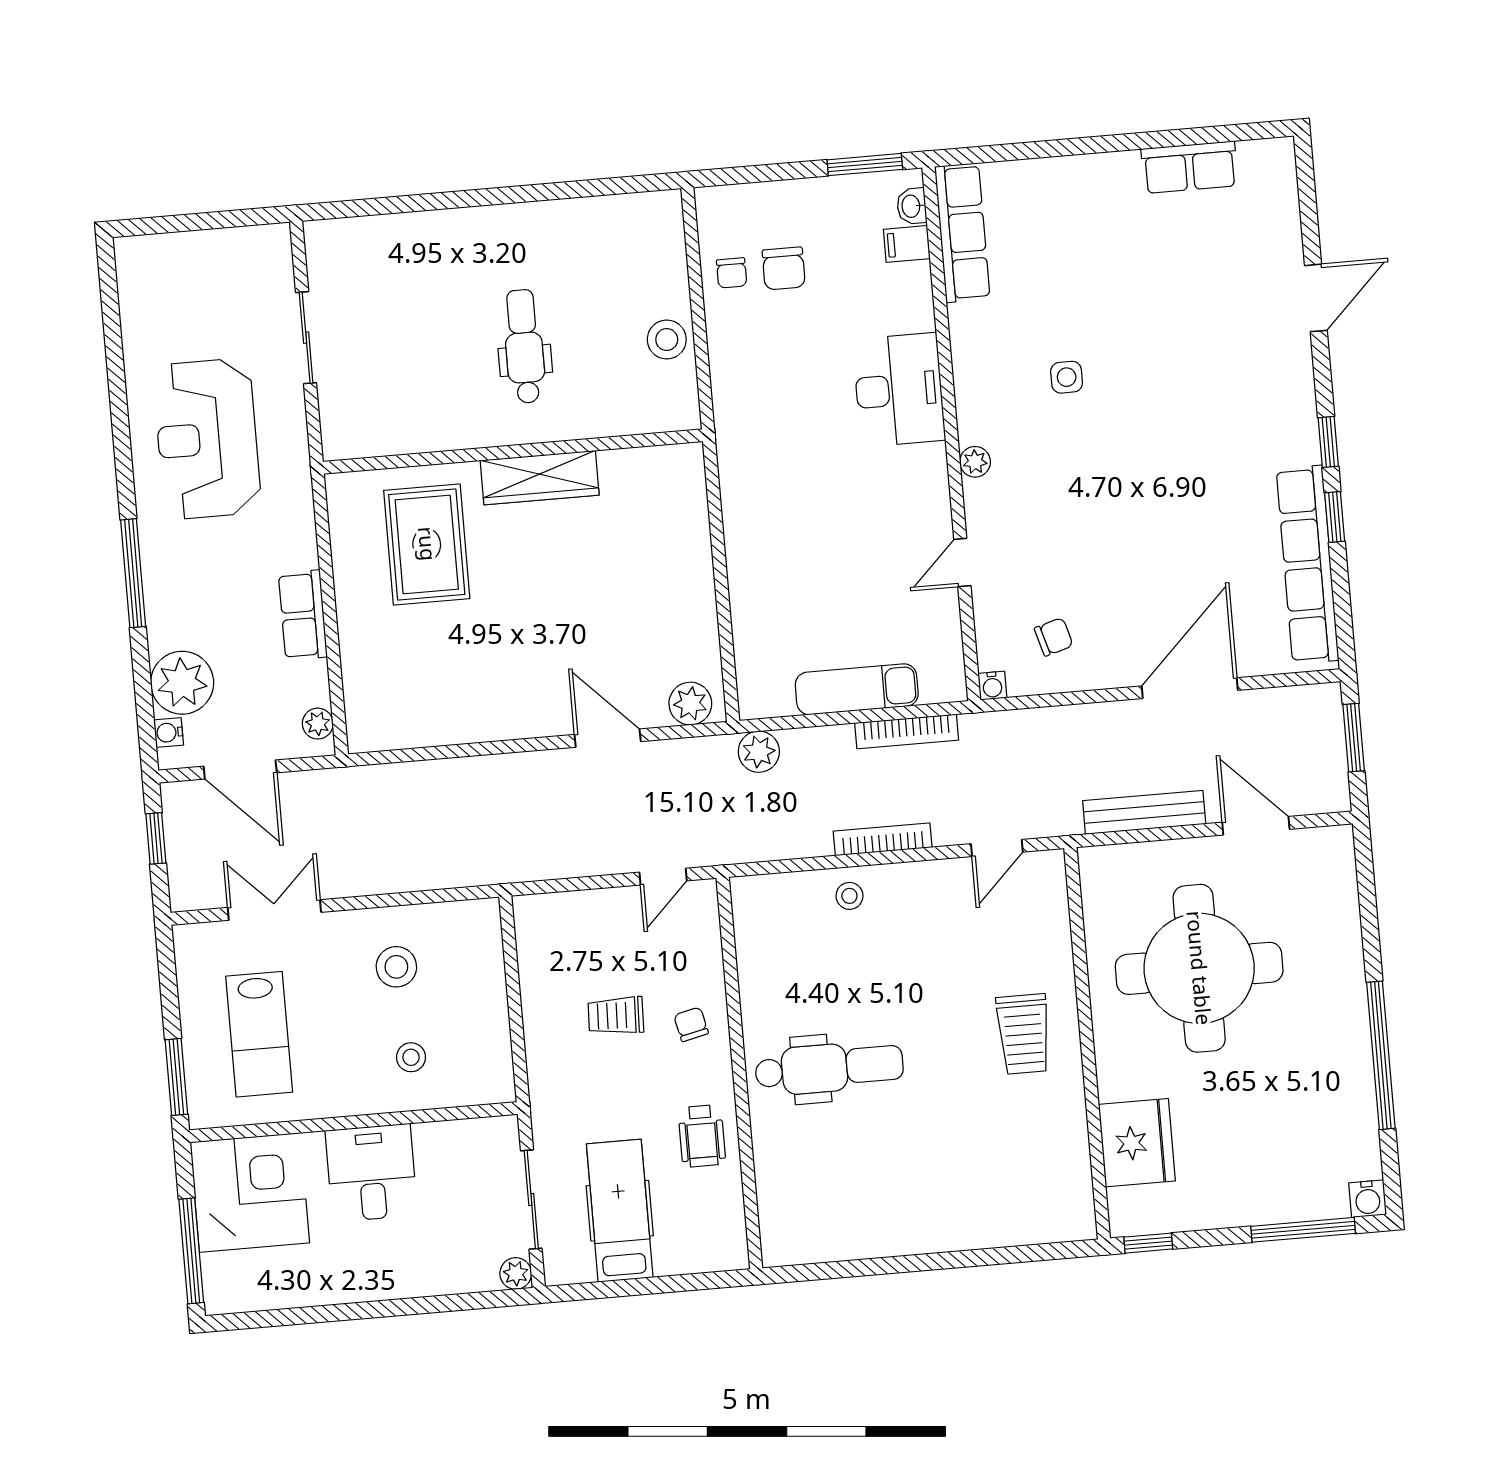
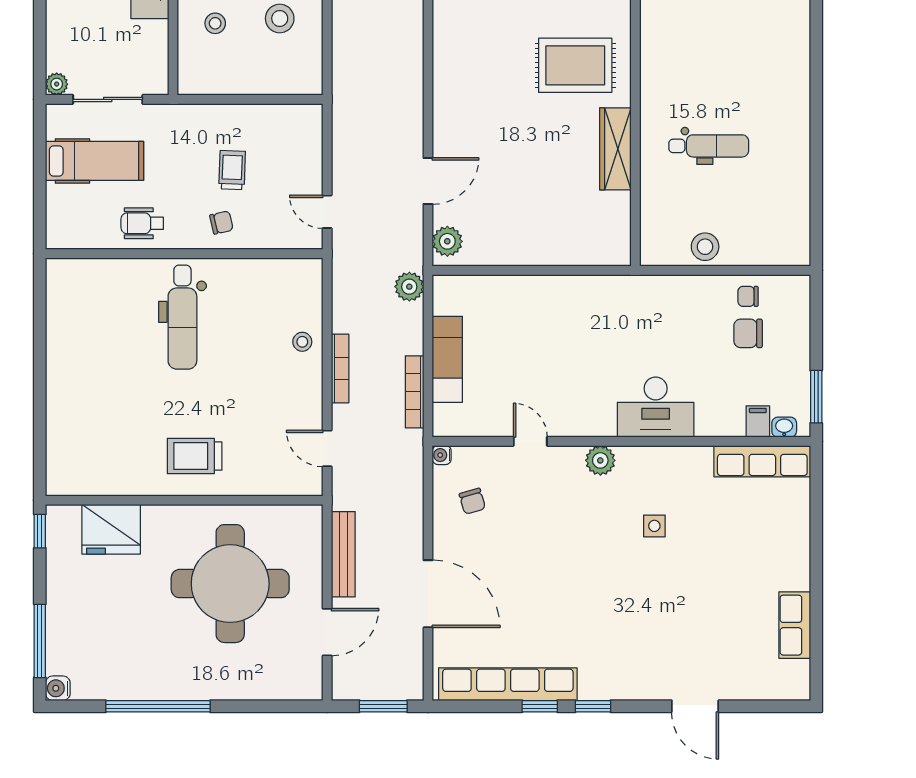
plant: (975, 462) -> (600, 460), width x1.38, depth x1.38

